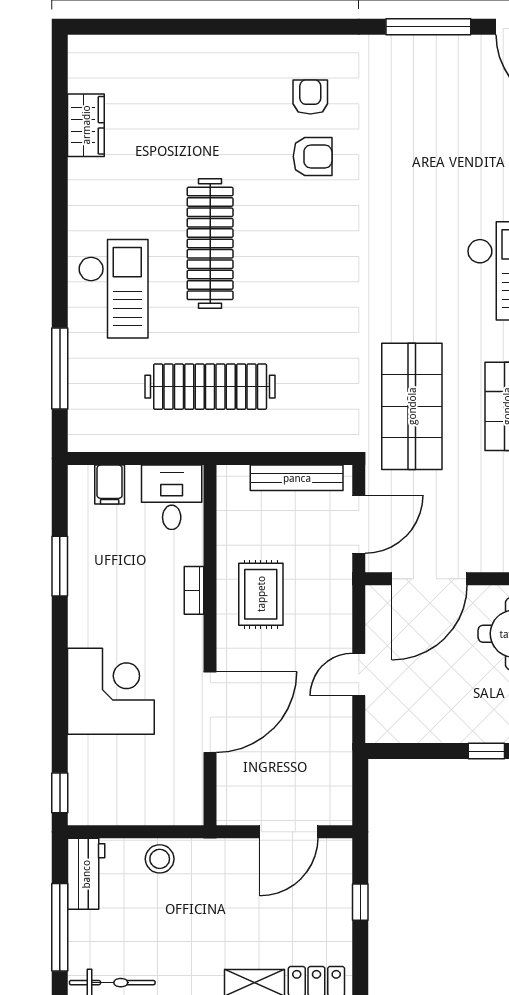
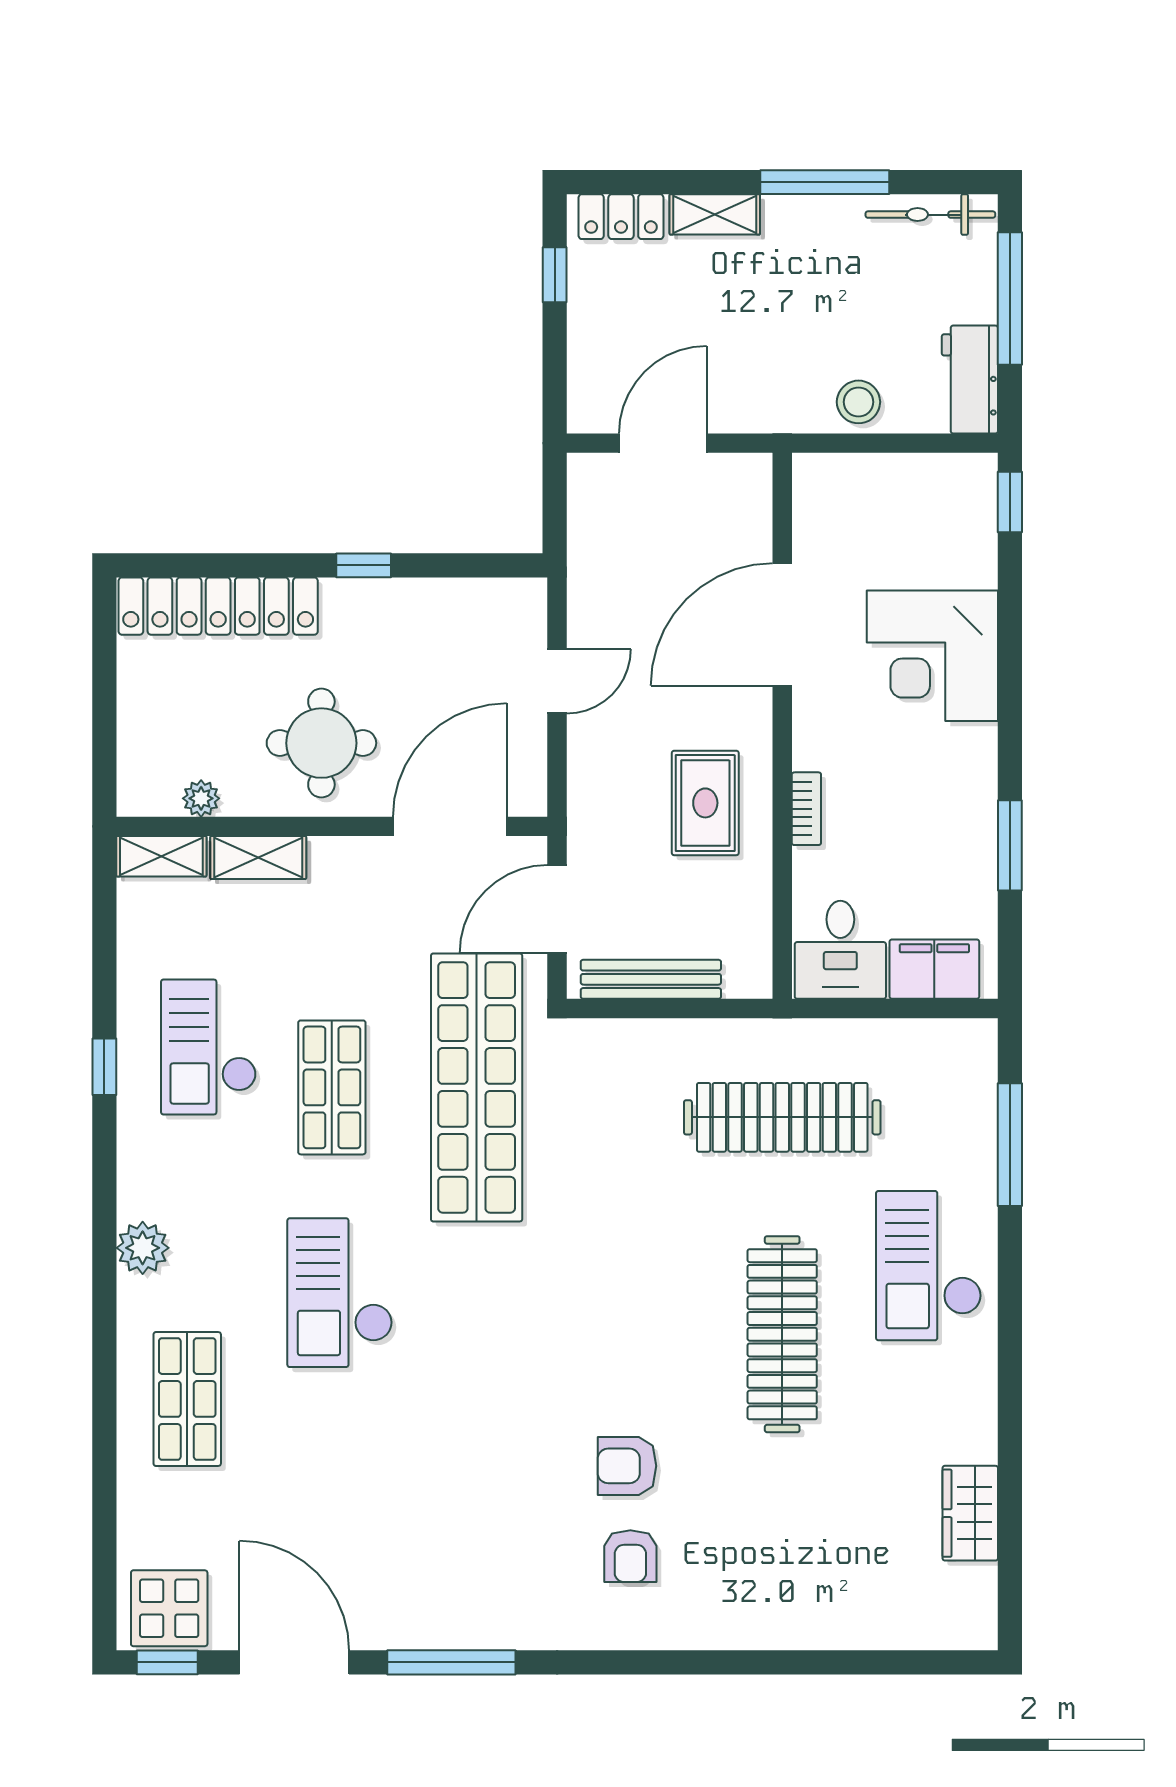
shop shelf: (412, 406) -> (477, 1087), width x1.40
filing cabinet: (110, 484) -> (934, 969), width x2.00
window: (360, 902) -> (555, 275), moved

